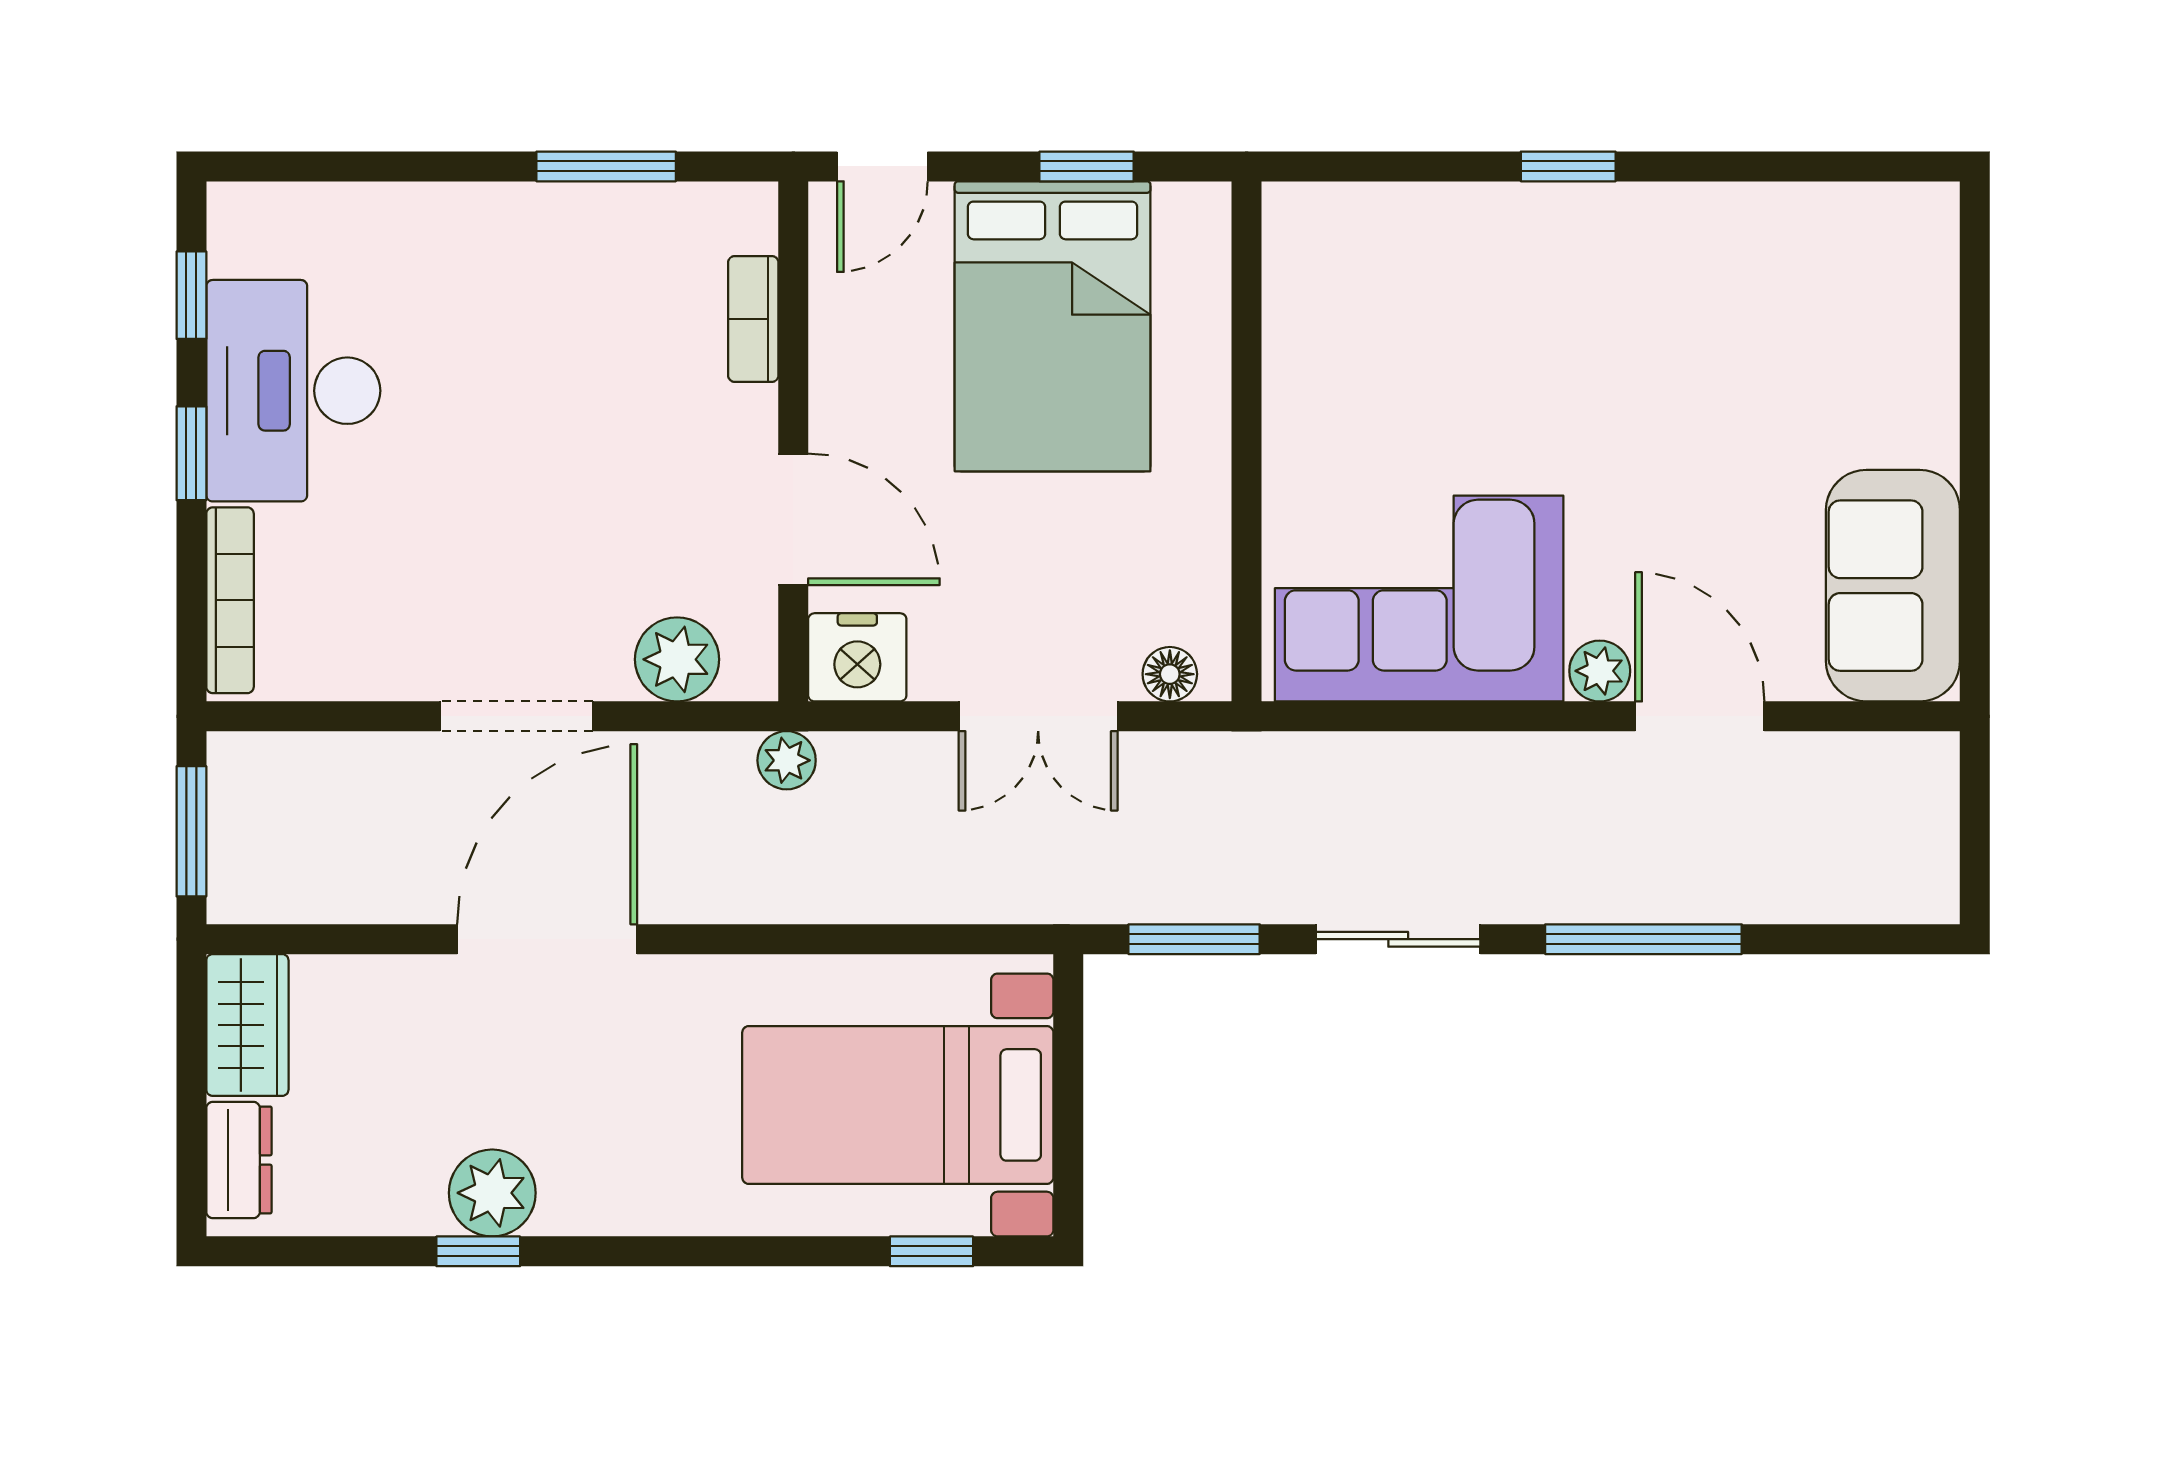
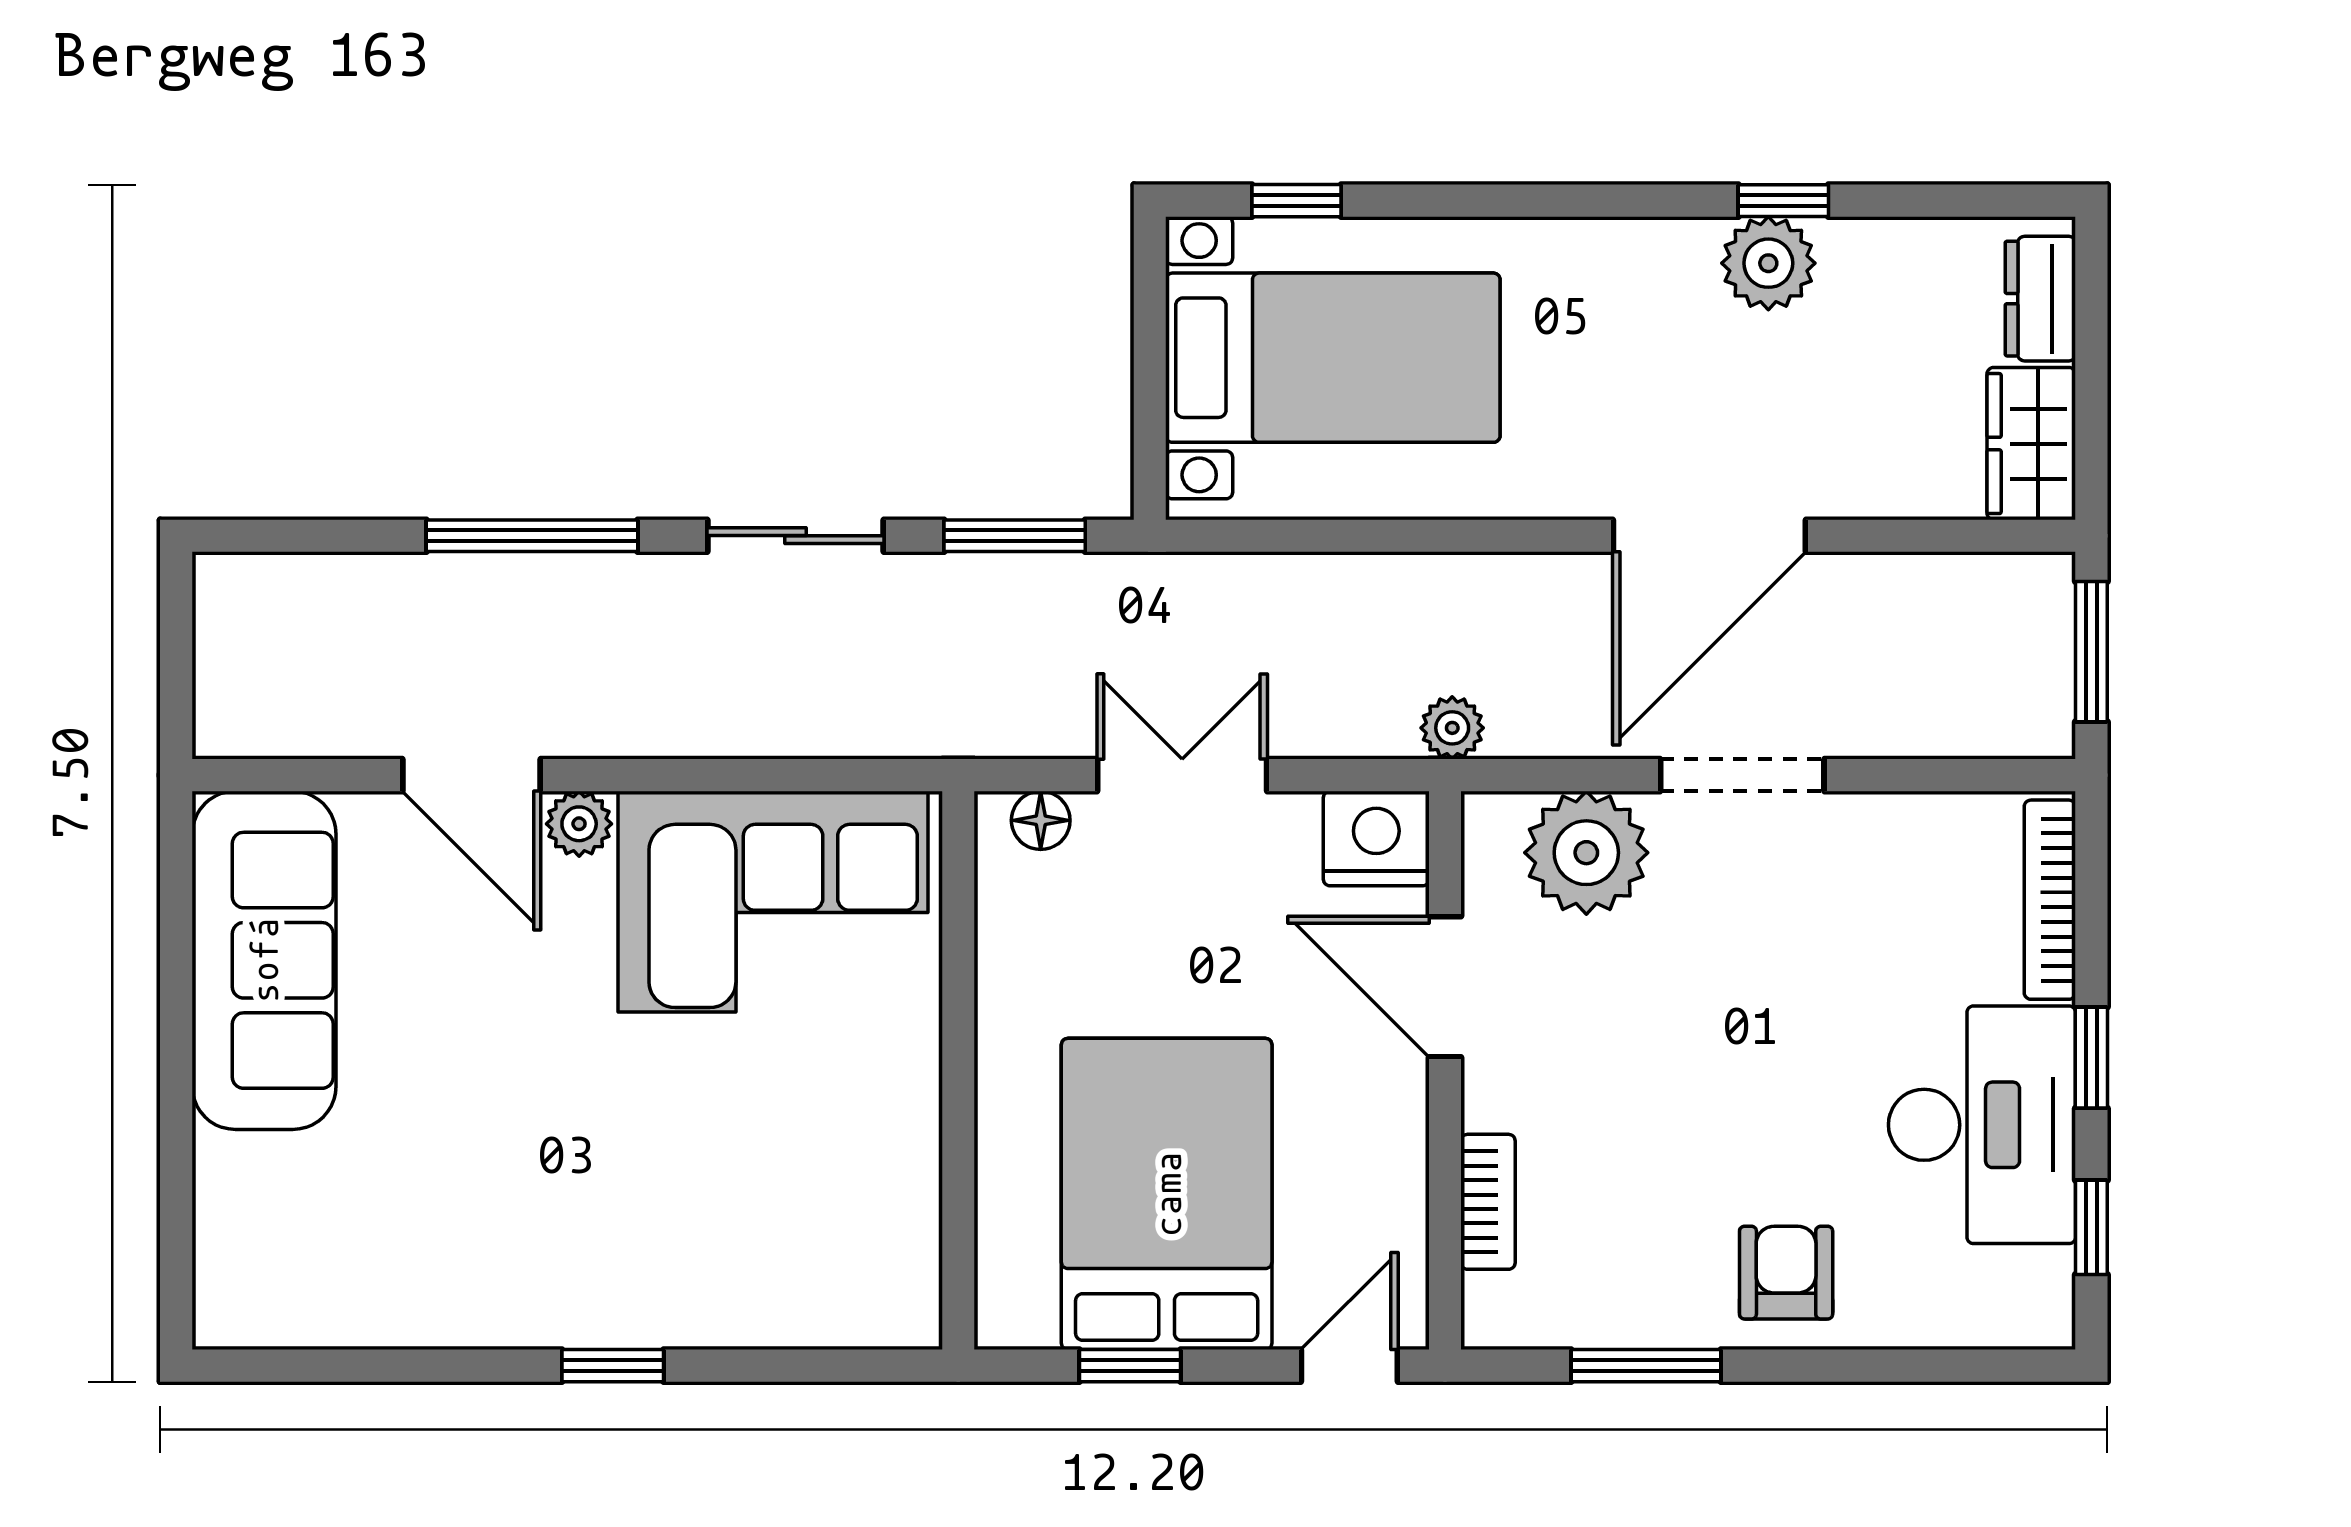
armchair: (476, 253) -> (1786, 1273), added
sofa: (1893, 586) -> (264, 960), width x1.36
plant: (677, 659) -> (1586, 853), width x1.36, depth x1.36

